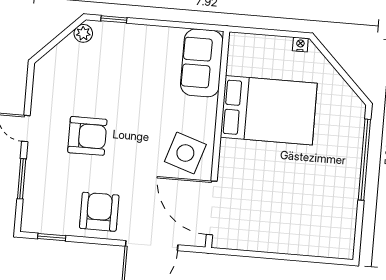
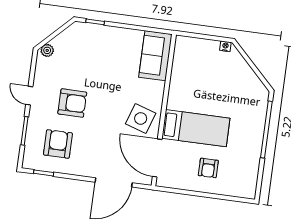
plant: (83, 33) -> (47, 50), moved
bed: (269, 110) -> (196, 128), moved, width x0.67
armchair: (99, 212) -> (58, 144), moved
armchair: (285, 218) -> (208, 168), added

